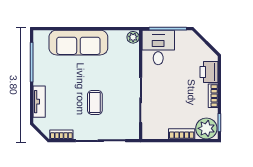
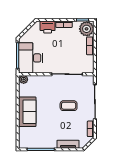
sofa: (78, 43) -> (27, 112), width x0.73
desk: (158, 47) -> (31, 58), width x1.37

